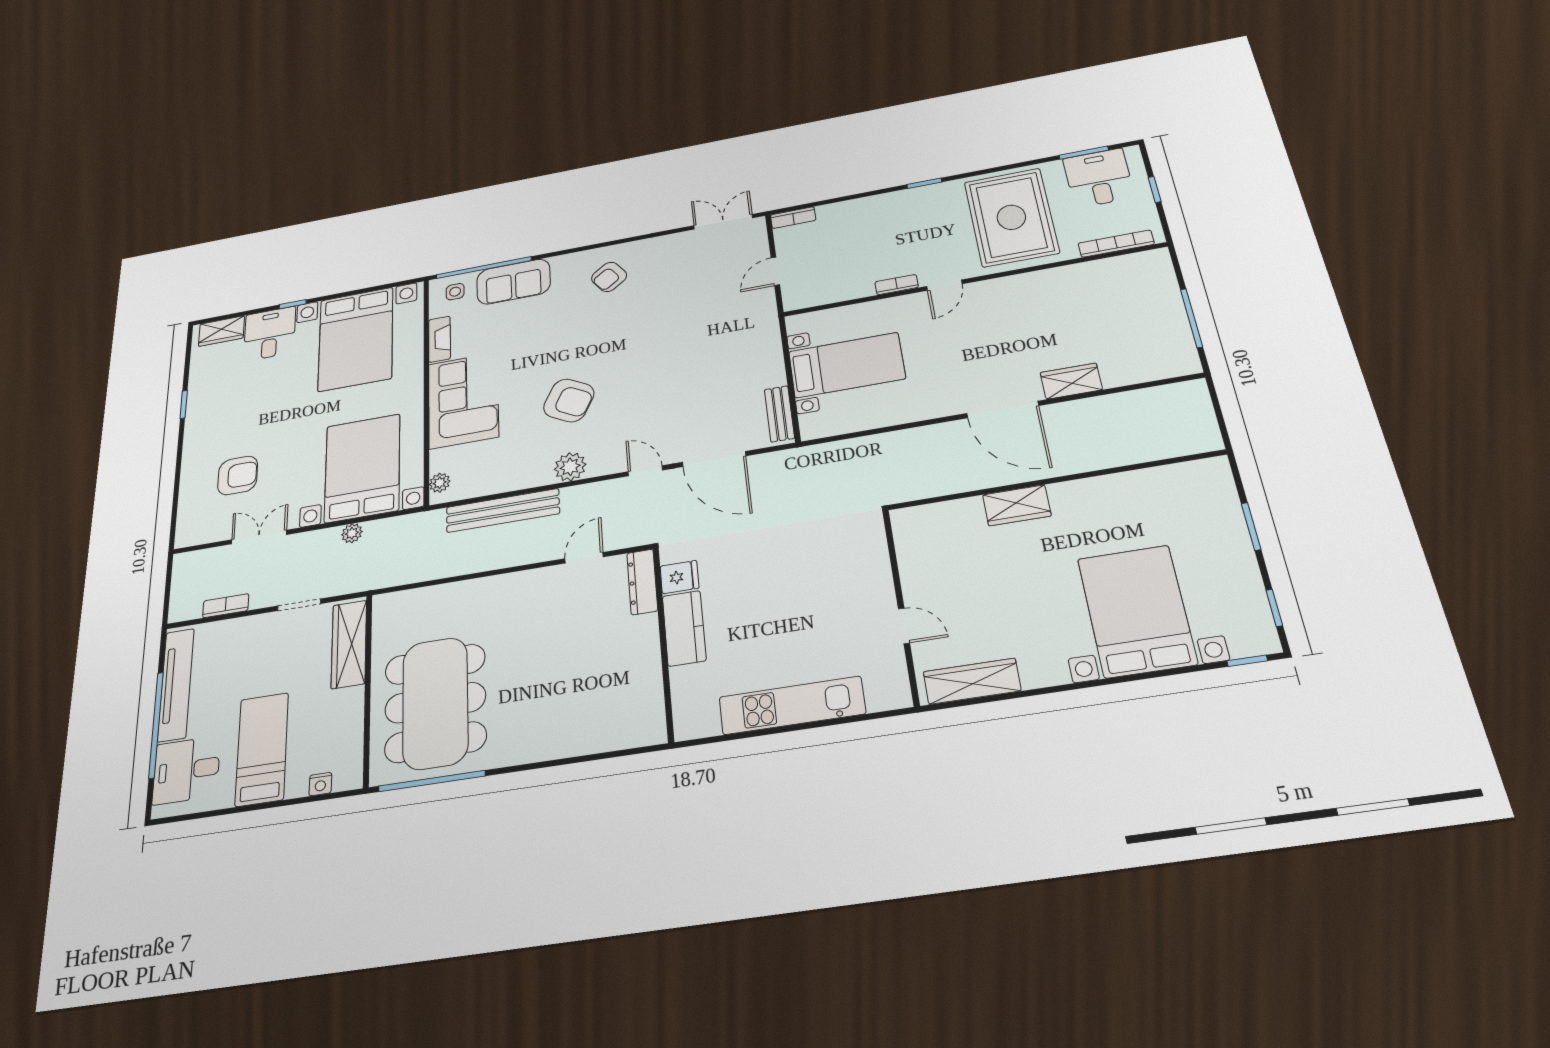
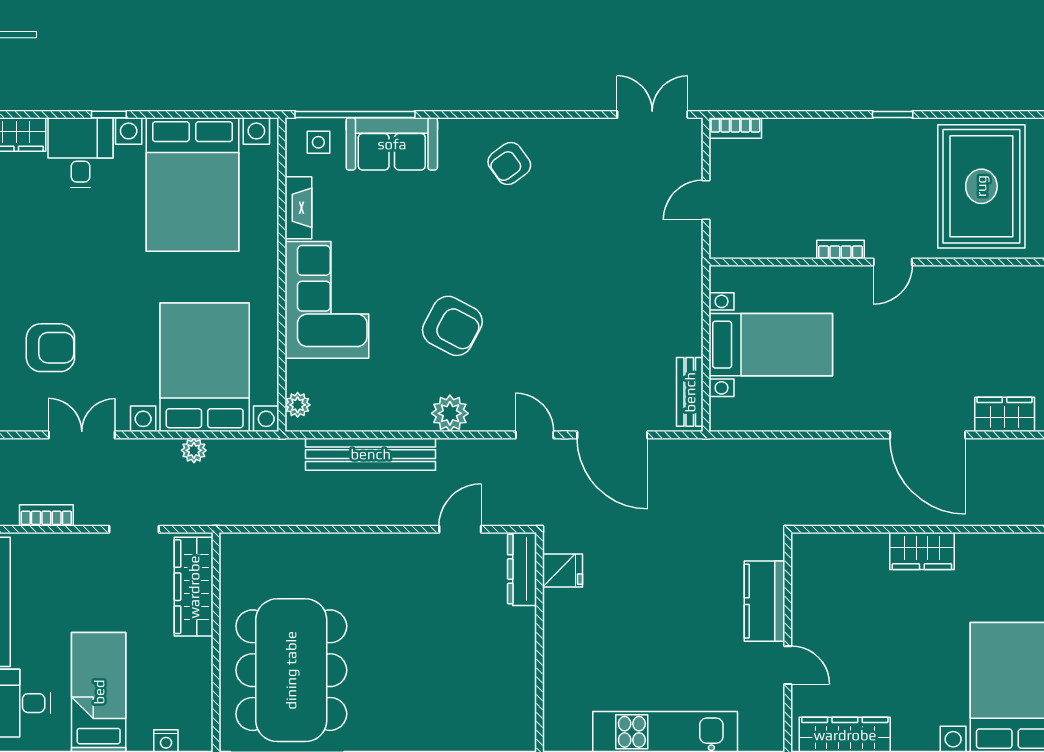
kitchen counter: (684, 628) -> (764, 601), moved, turned 180

